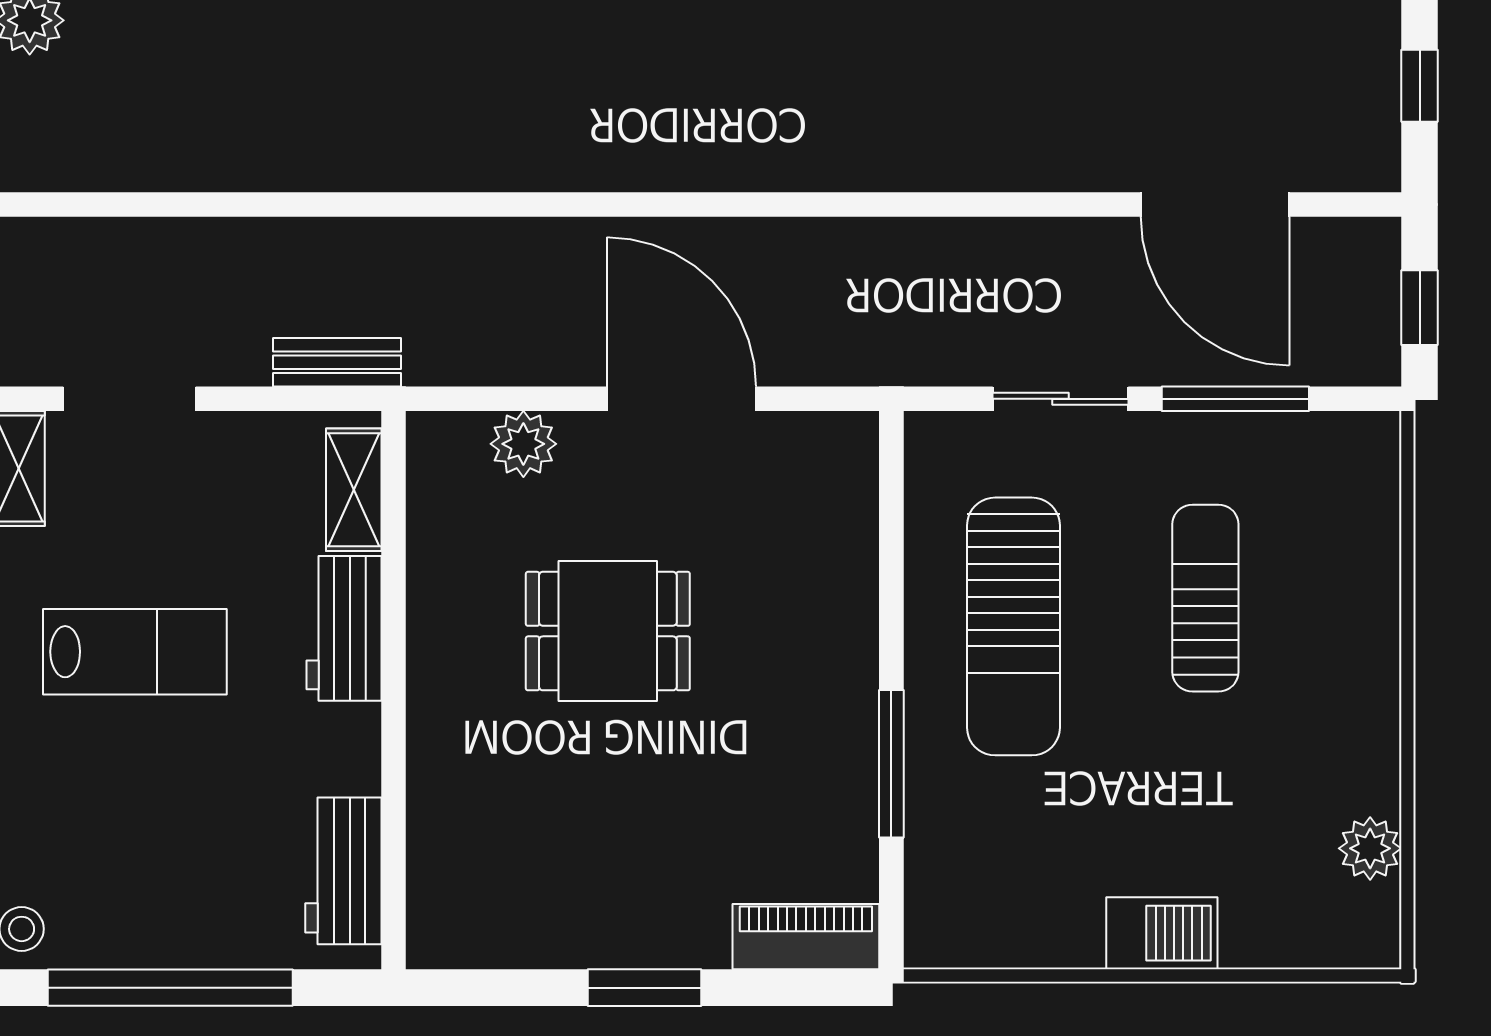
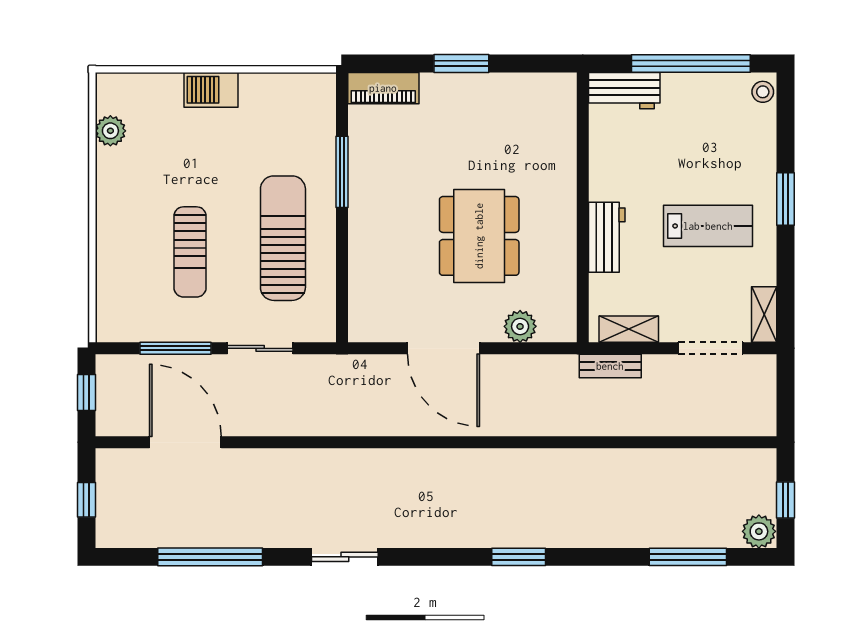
shelving: (354, 490) -> (629, 329), moved, turned 90
dining table: (608, 631) -> (479, 236), width x1.38
lab bench: (135, 652) -> (708, 226), turned 180
workbench: (343, 871) -> (624, 91), moved, turned 90

